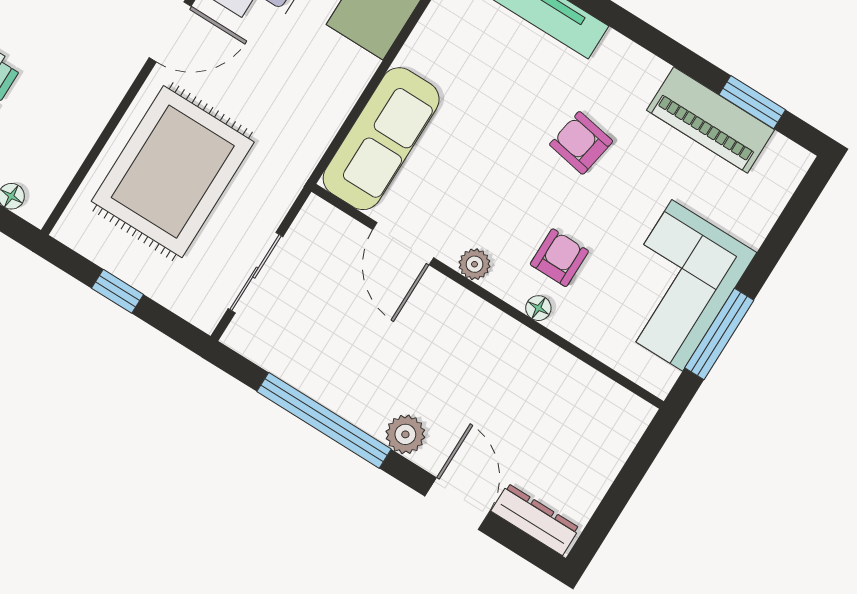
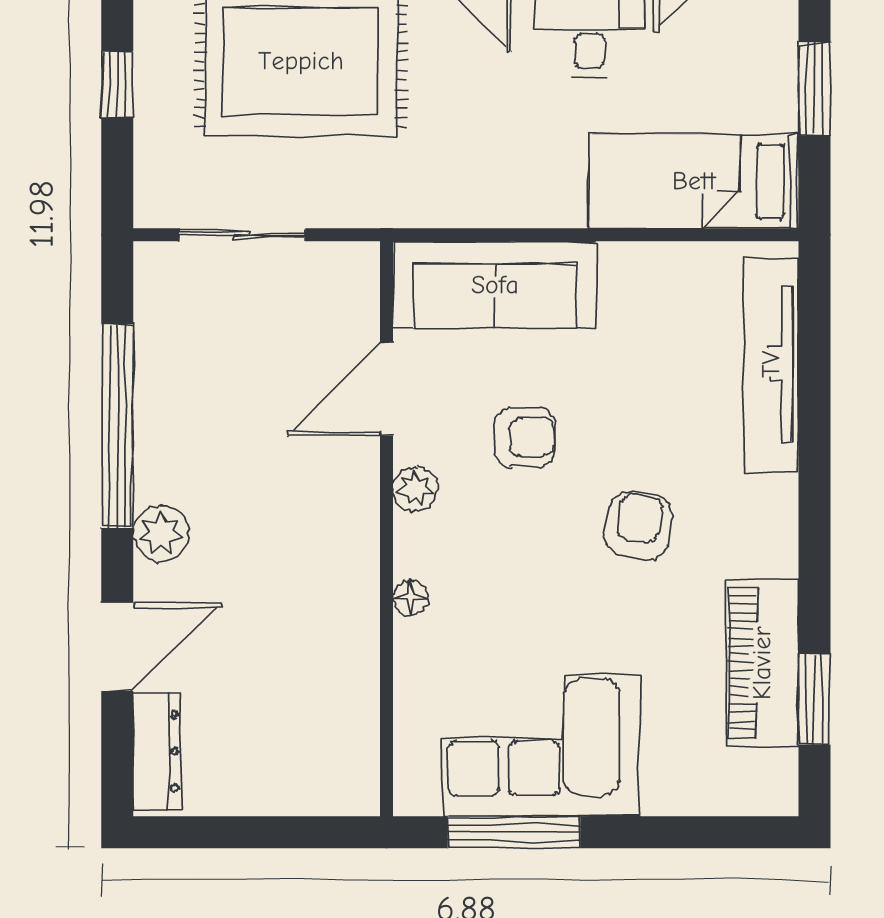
armchair: (559, 258) -> (525, 437), moved

